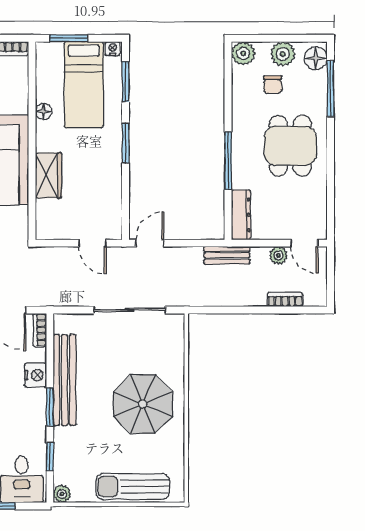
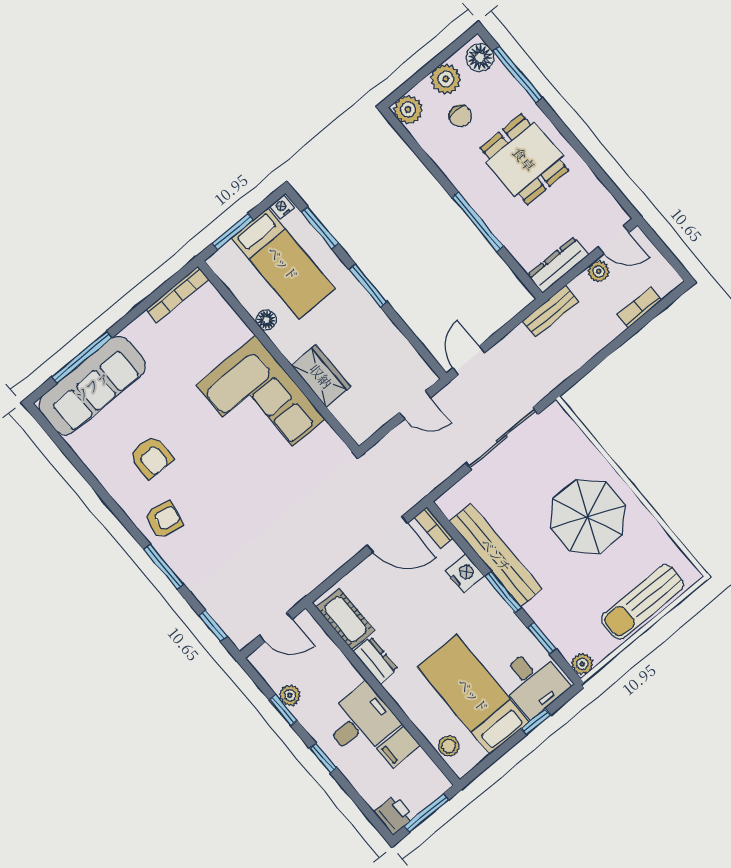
dresser: (241, 215) -> (558, 265), moved, turned -90

